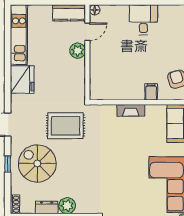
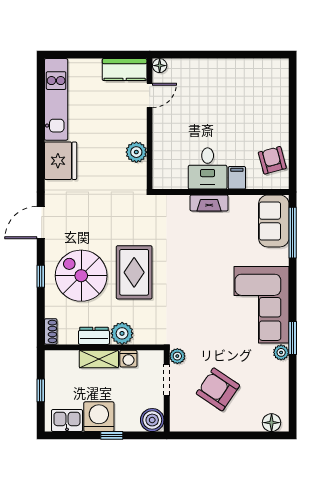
desk: (143, 20) -> (208, 168), moved, turned 180
plant: (78, 51) -> (136, 152), moved
rug: (66, 126) -> (134, 272), moved, turned 90

